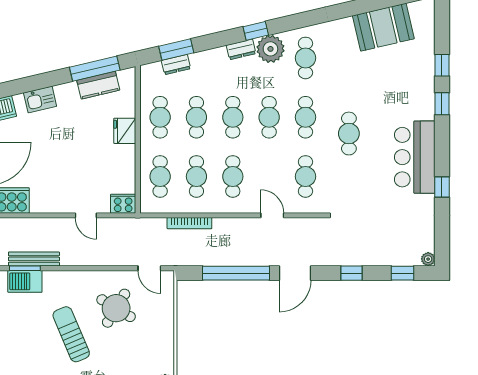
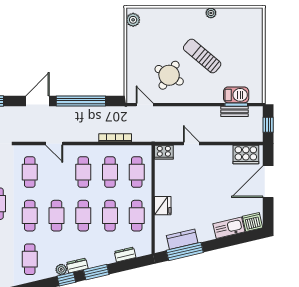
window: (176, 49) -> (96, 272), moved
plant: (270, 49) -> (61, 269), width x0.53, depth x0.53
kitchen sink: (40, 99) -> (229, 228), width x1.38
bench: (34, 259) -> (234, 111), width x0.73
sun lounger: (71, 334) -> (202, 56), turned 153

